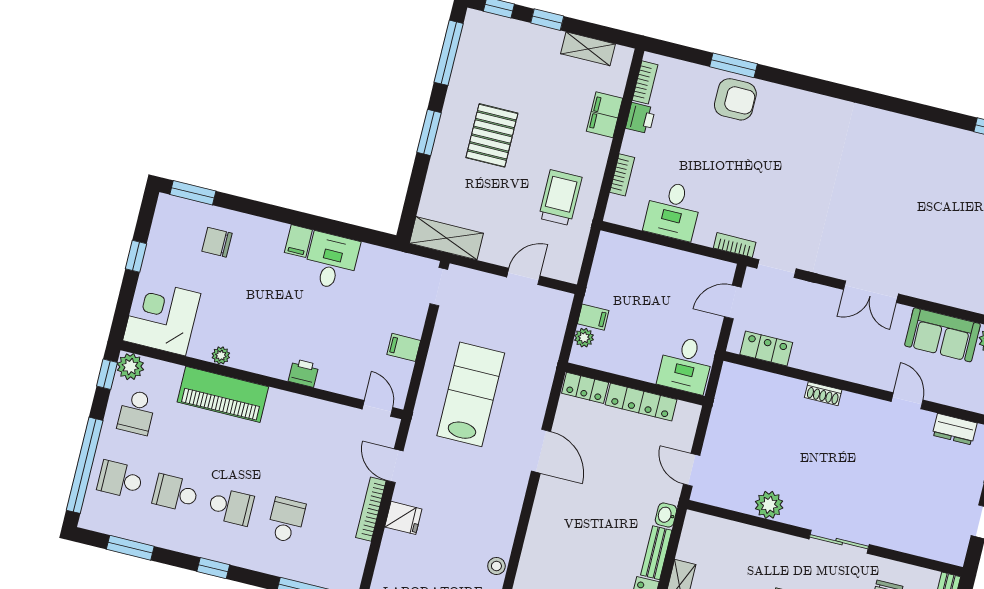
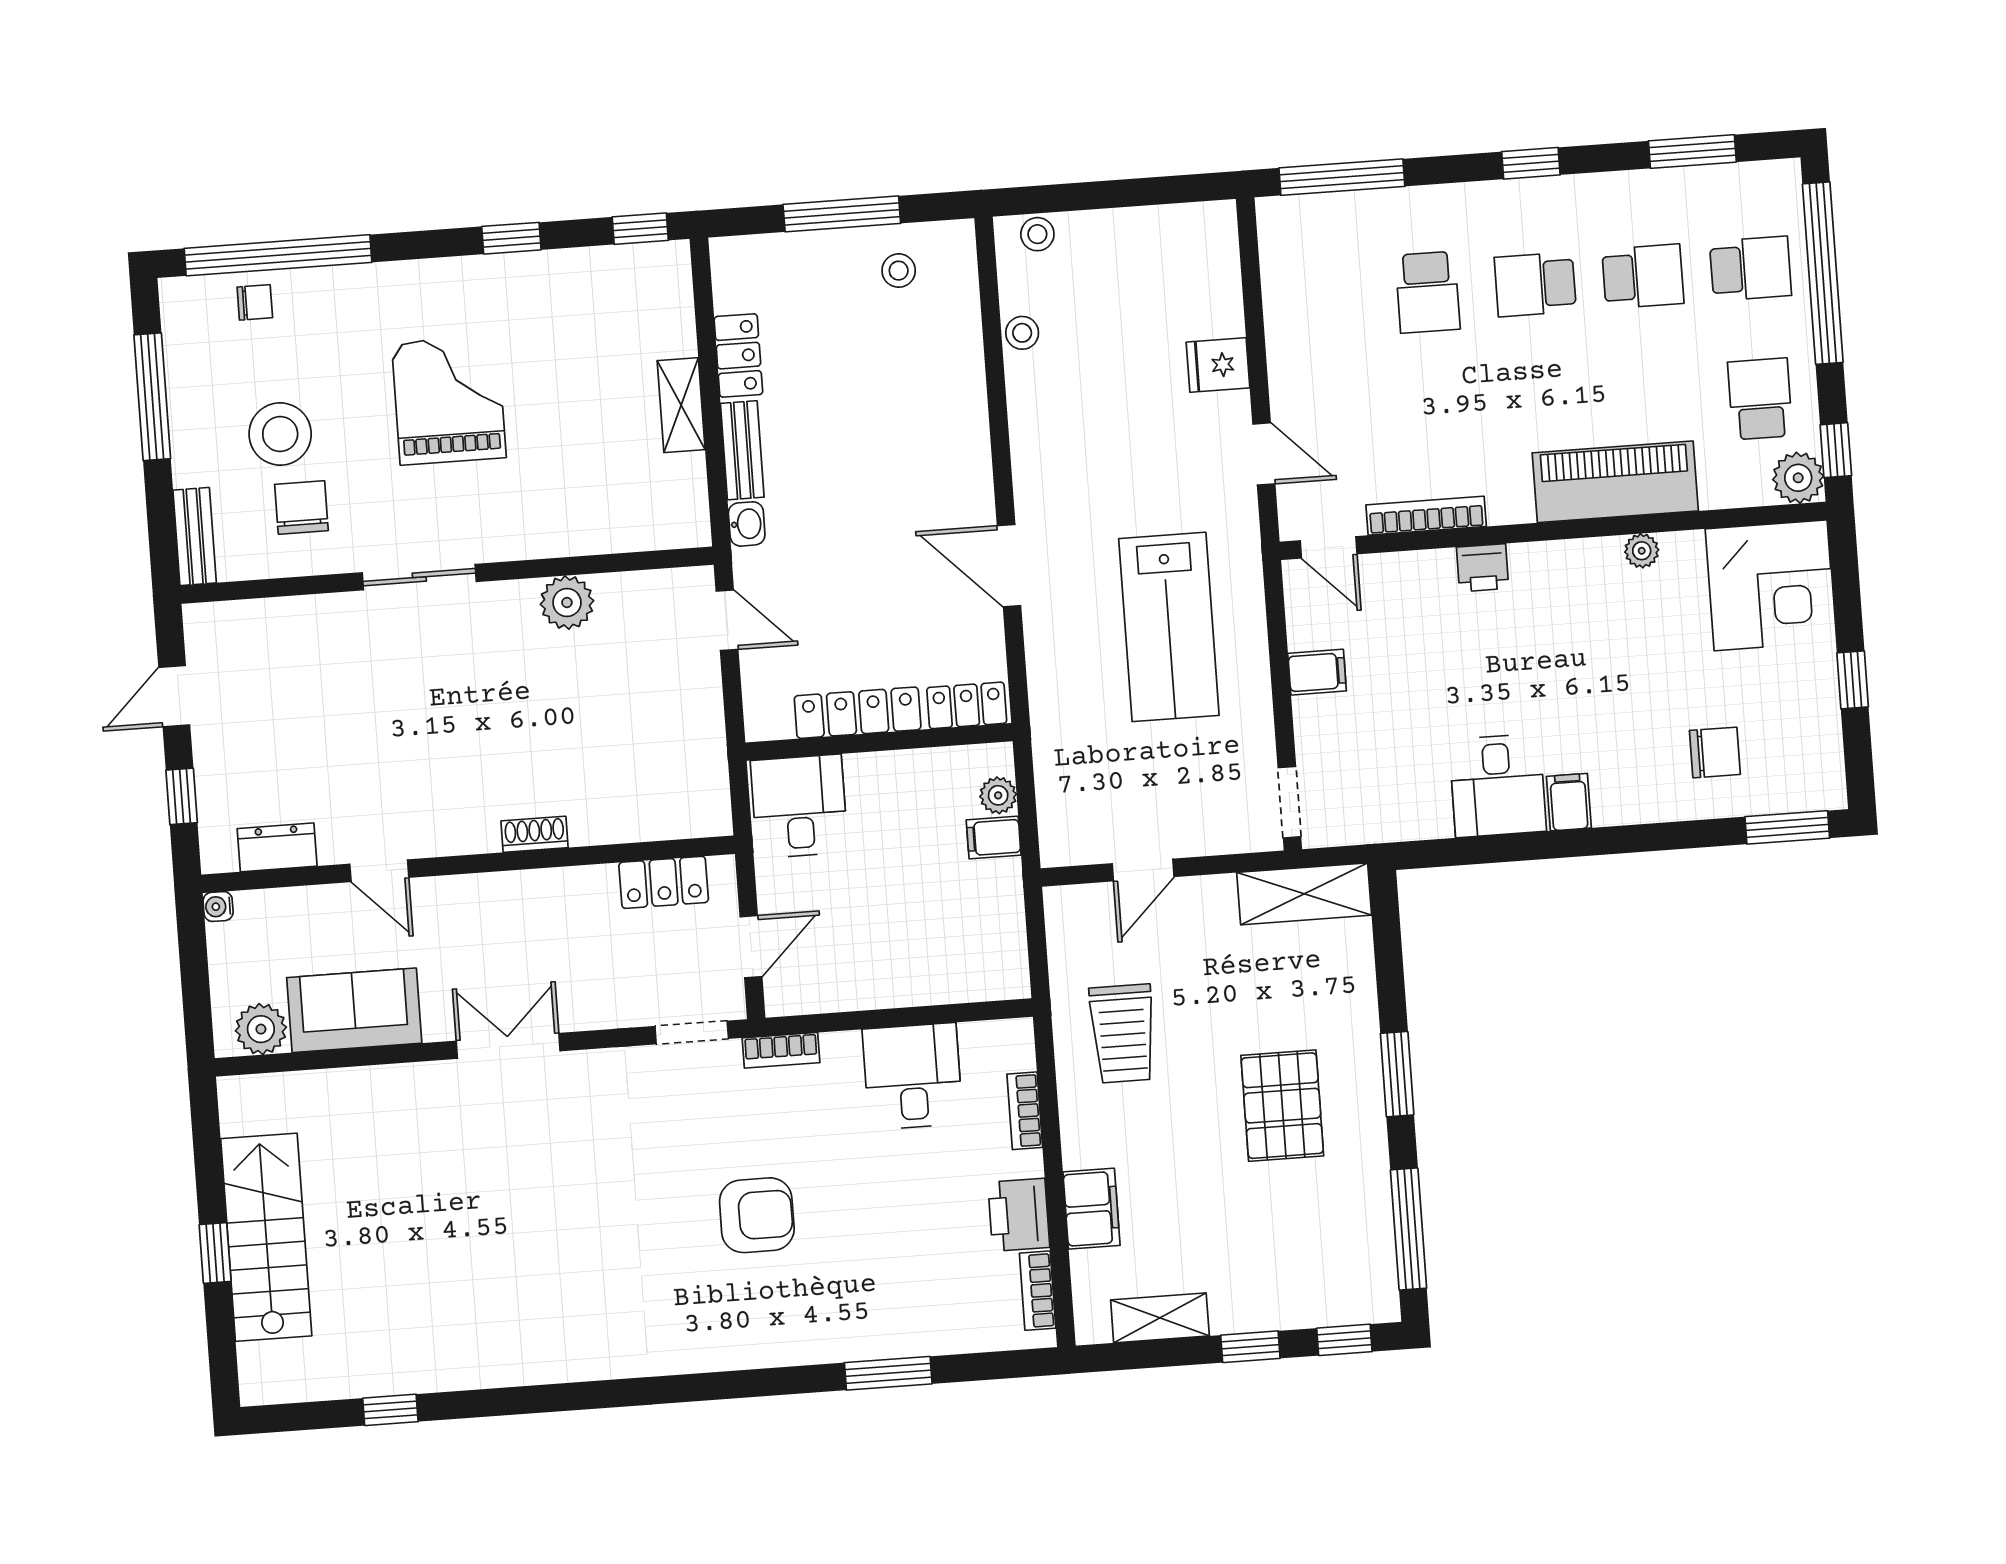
armchair: (735, 99) -> (757, 1215), moved, turned 180
printer: (640, 118) -> (1019, 1215), width x1.36, depth x1.24
bookcase: (371, 509) -> (1426, 516), moved, turned -90

